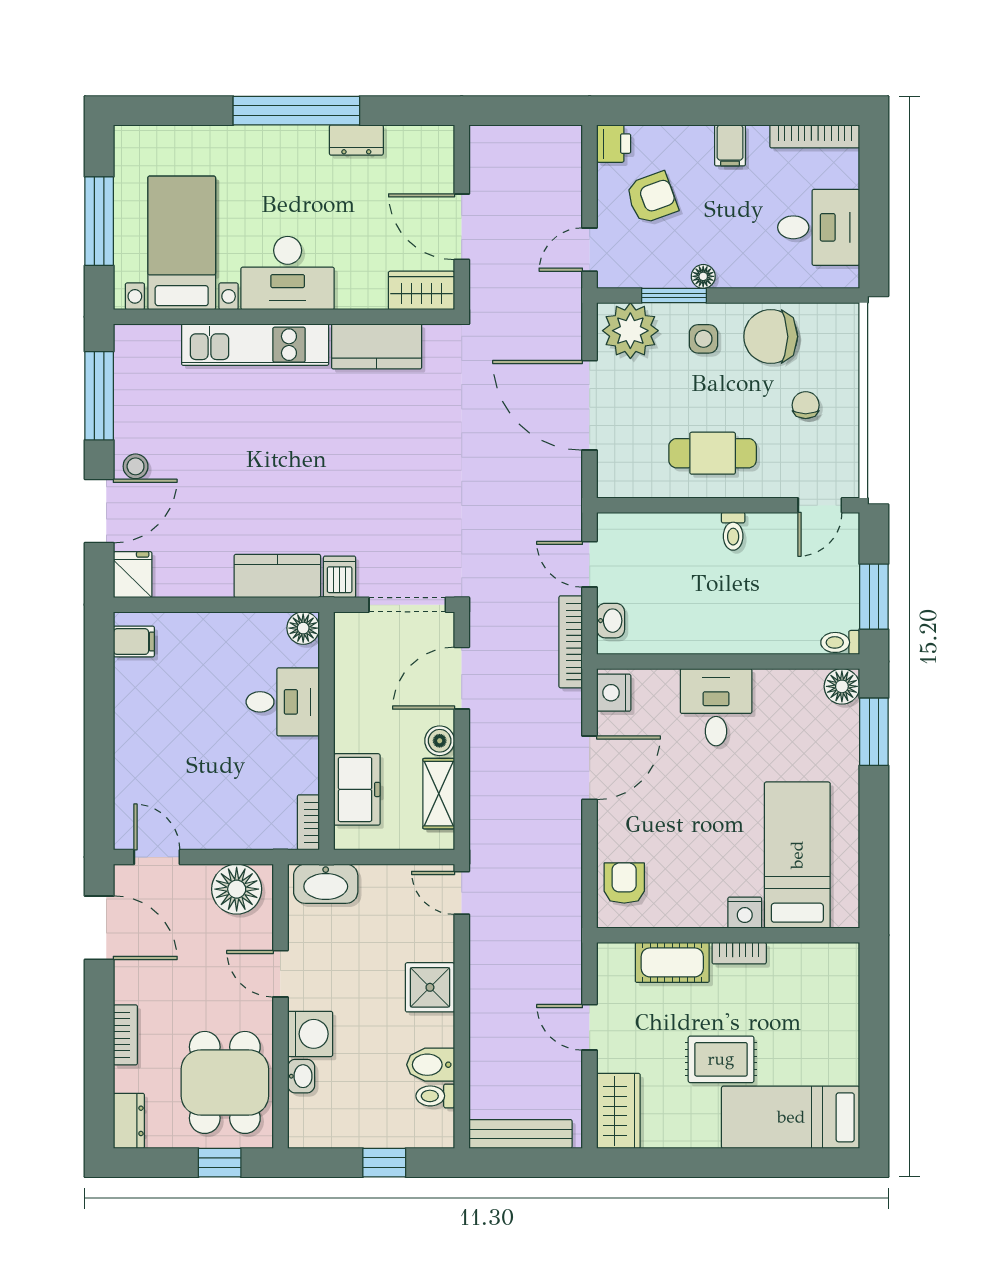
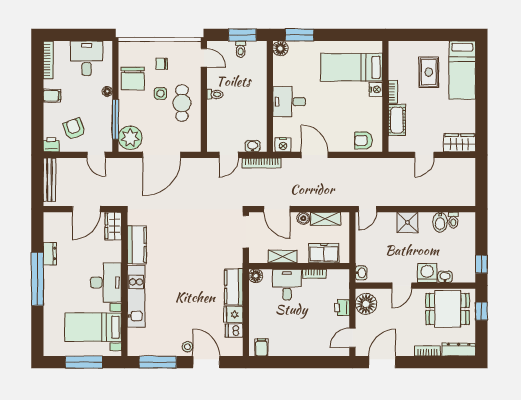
floor lamp: (703, 276) -> (107, 91), moved
window: (674, 295) -> (115, 119), width x1.44
side table: (703, 339) -> (160, 93), moved
fridge: (133, 575) -> (233, 314), moved
dishwasher: (340, 577) -> (234, 331), moved
toilet: (840, 642) -> (241, 49), moved
shelving: (349, 691) -> (283, 257), added
bookcase: (308, 822) -> (314, 274), moved
printer: (228, 832) -> (342, 308), added
washbasin: (326, 884) -> (361, 273), width x0.52, depth x0.69
rug: (721, 1059) -> (429, 72), moved
dresser: (129, 1121) -> (459, 349), width x1.44
bench: (520, 1134) -> (49, 180), moved
window: (384, 1163) -> (481, 264), moved

